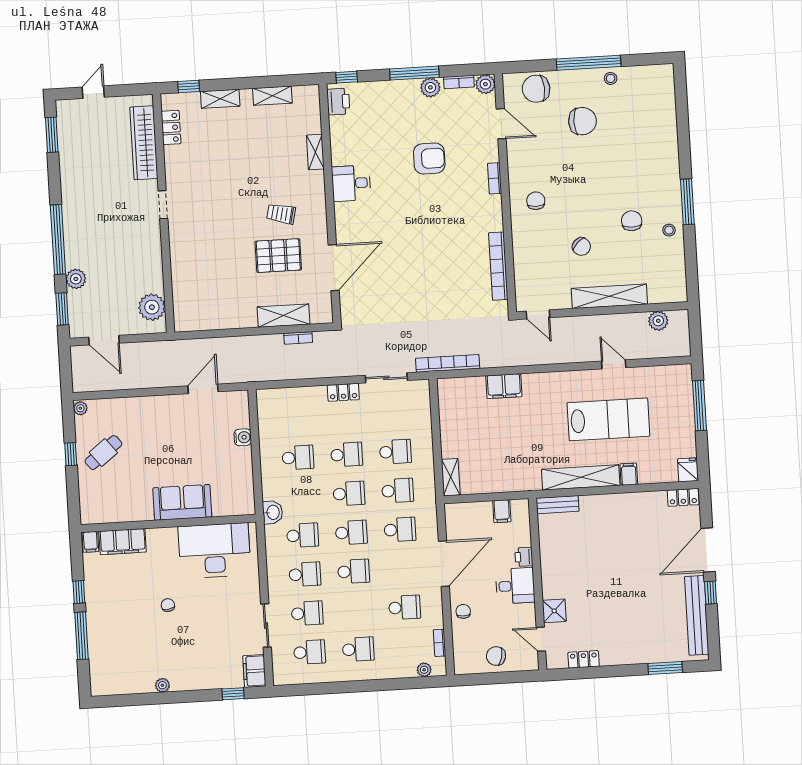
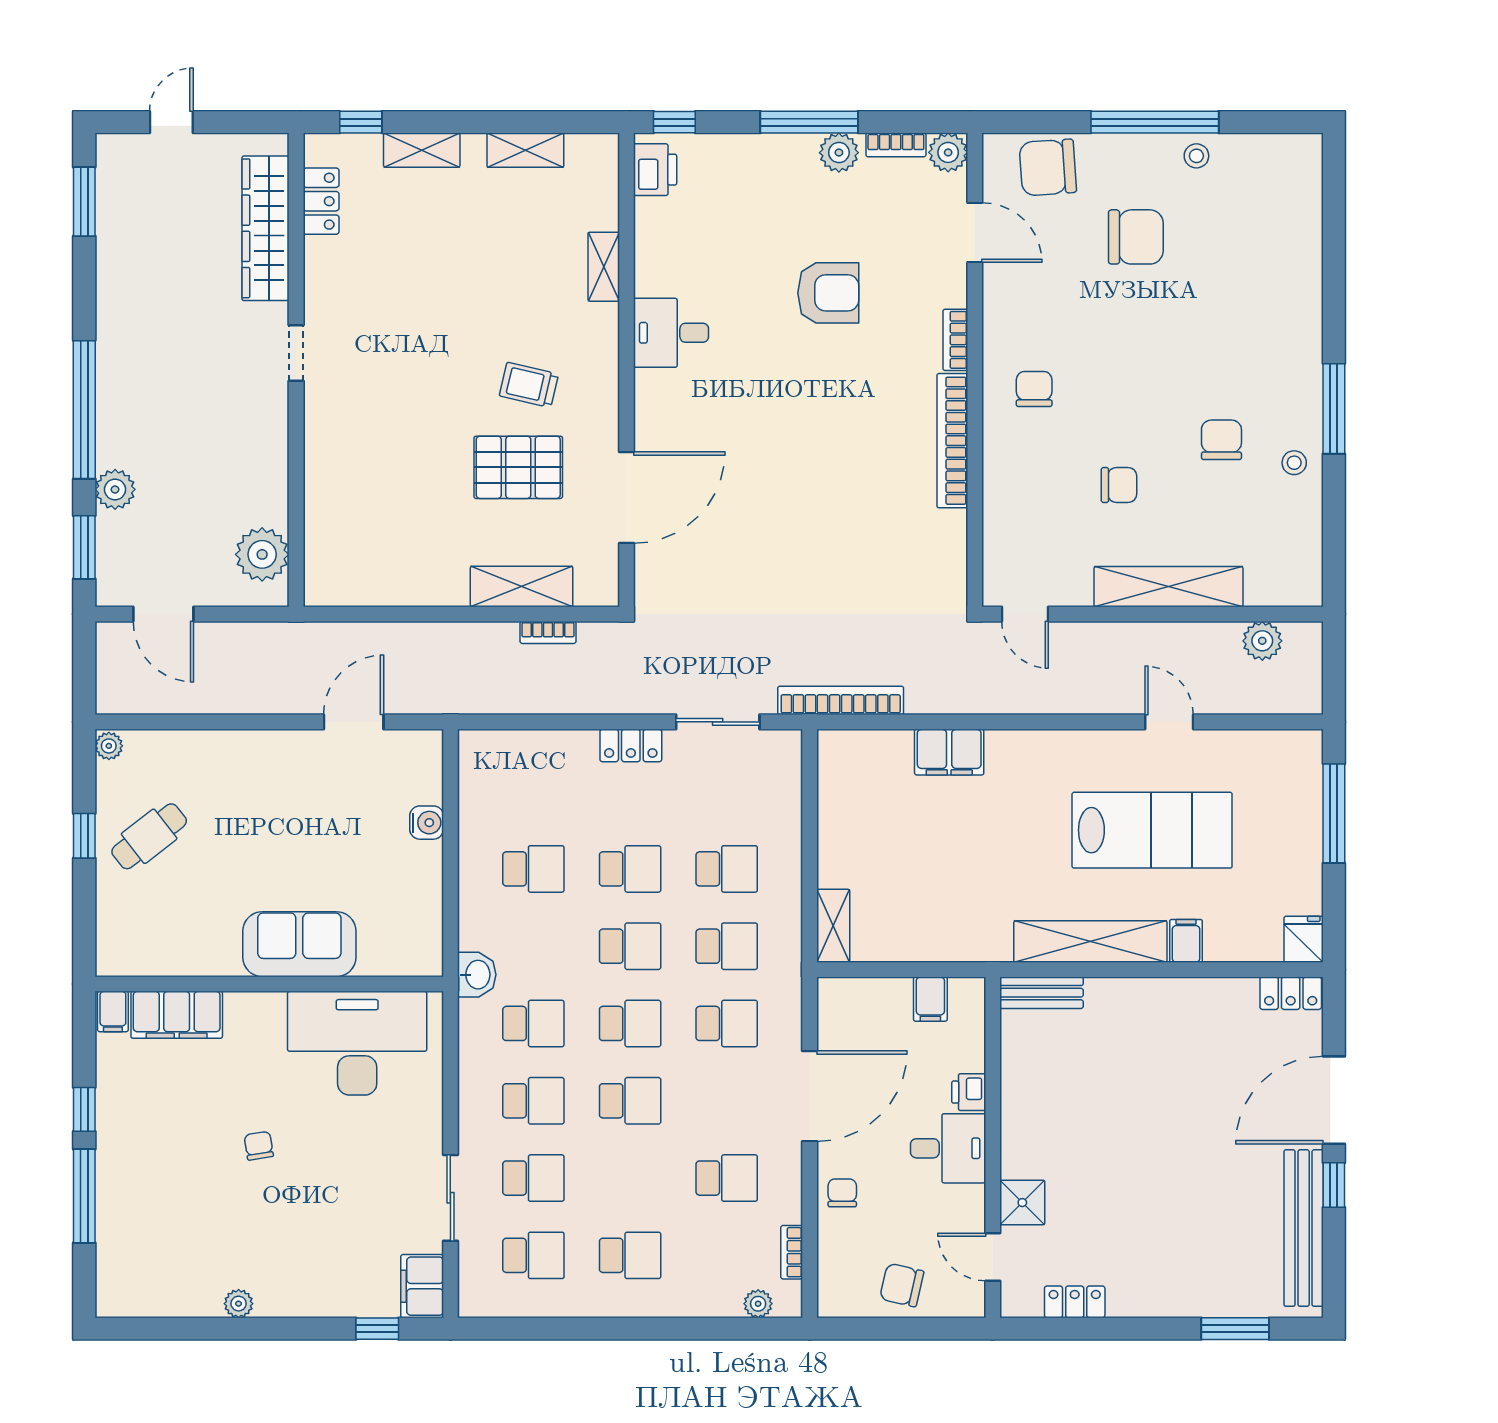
chair: (581, 247) -> (1119, 485), turned -46
bookcase: (498, 266) -> (952, 441), moved

